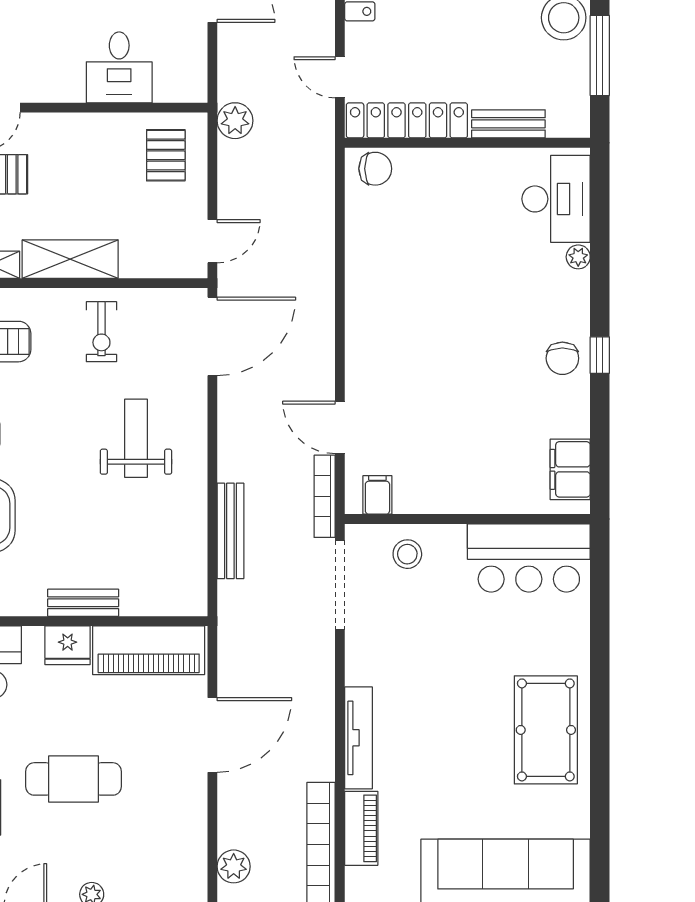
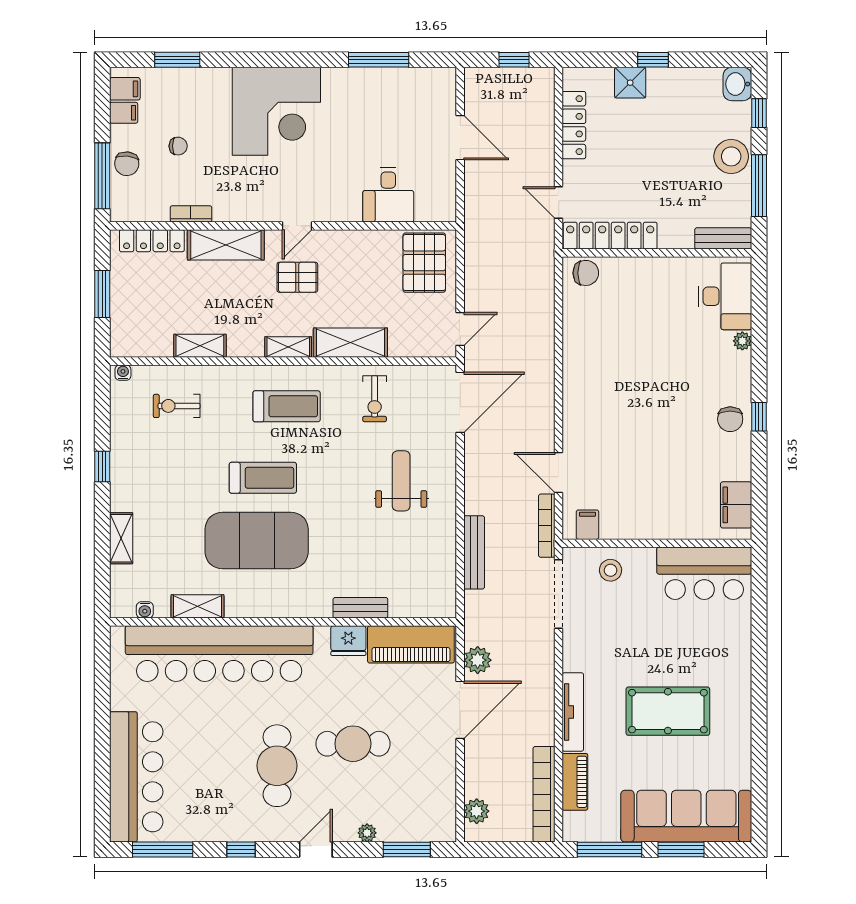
plant: (235, 121) -> (478, 660), moved
bench: (508, 124) -> (723, 238), moved
pallet: (166, 155) -> (424, 263), width x1.50, depth x1.42
pool table: (546, 730) -> (668, 711), moved, turned 90

